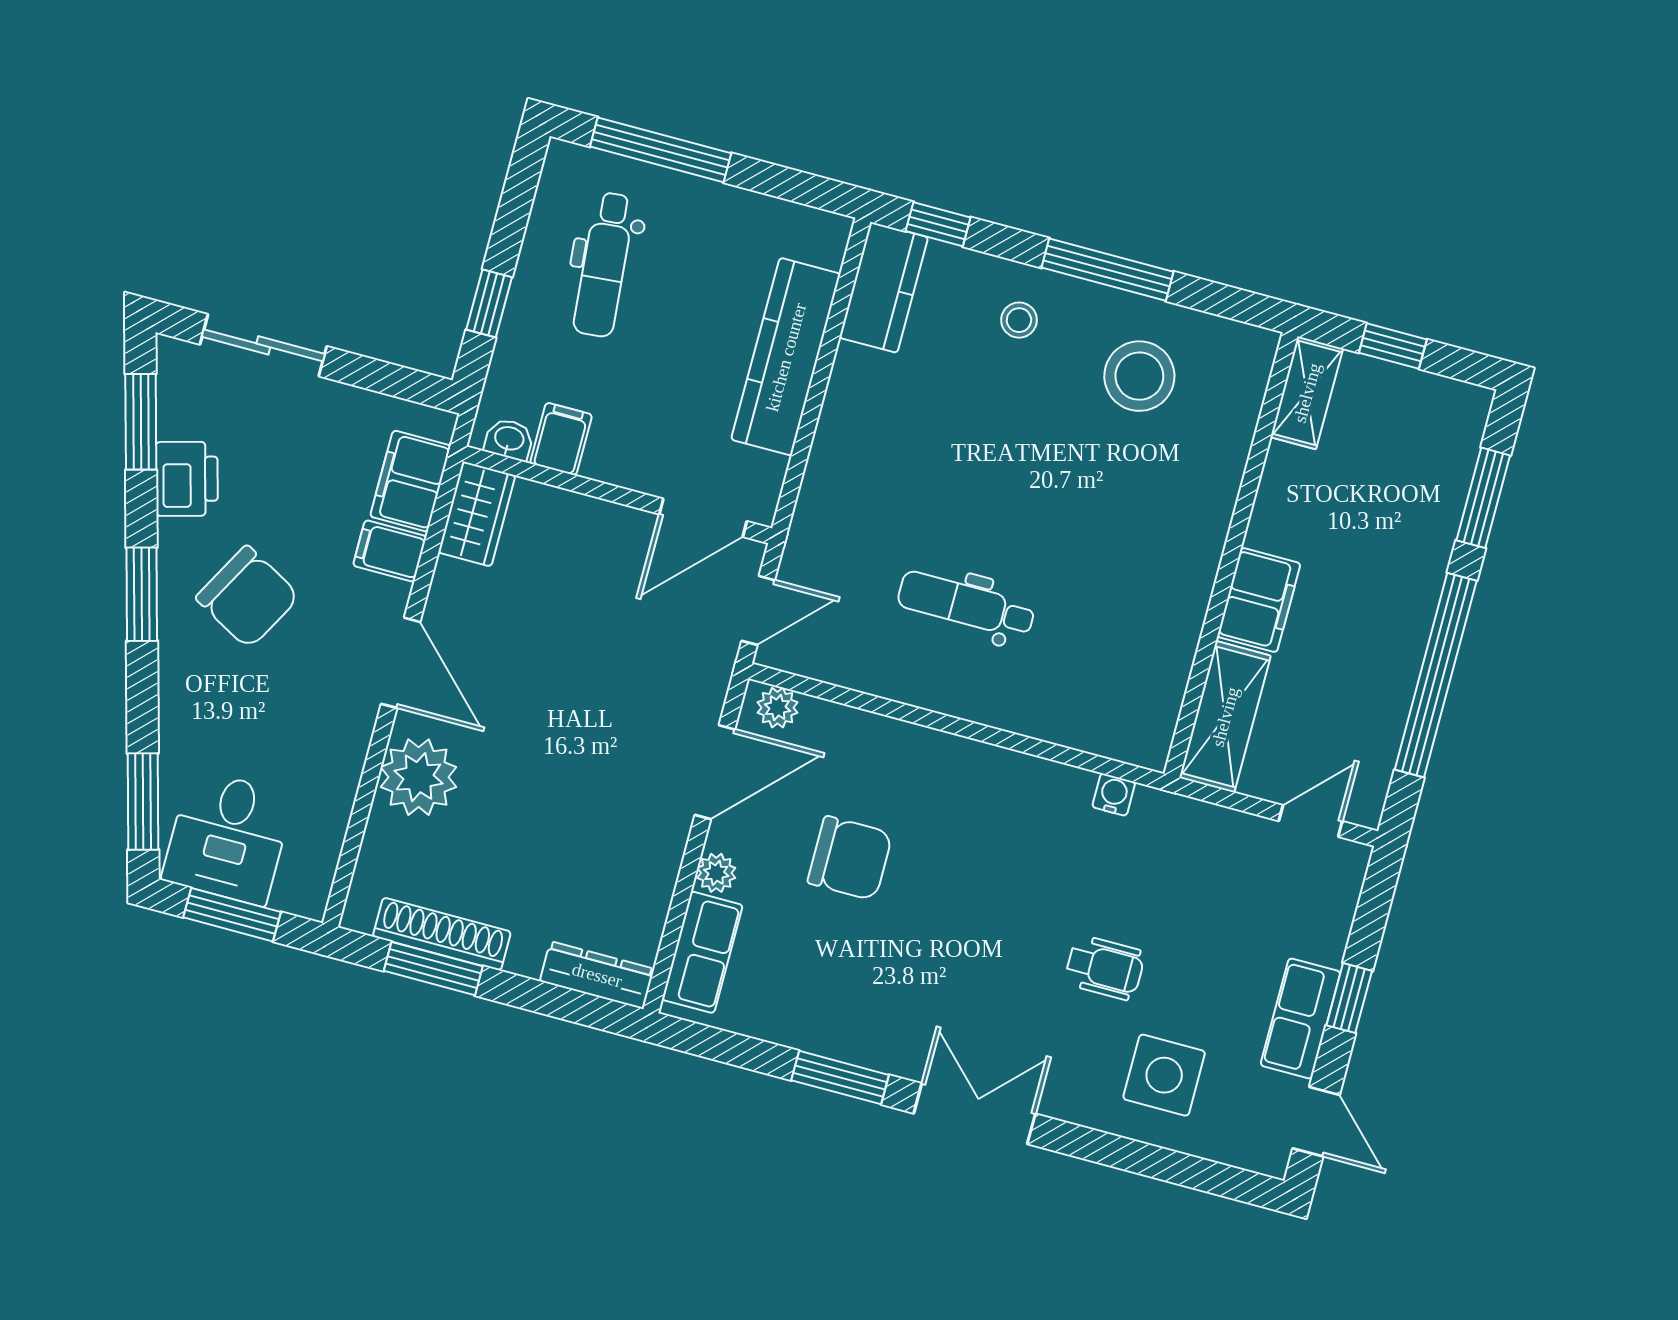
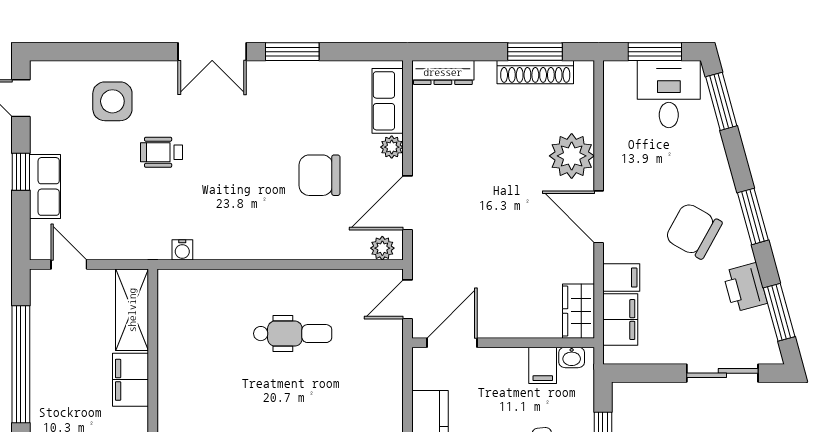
door: (1311, 821) -> (69, 264), swing flipped
row of seats: (1300, 1018) -> (45, 186), moved

